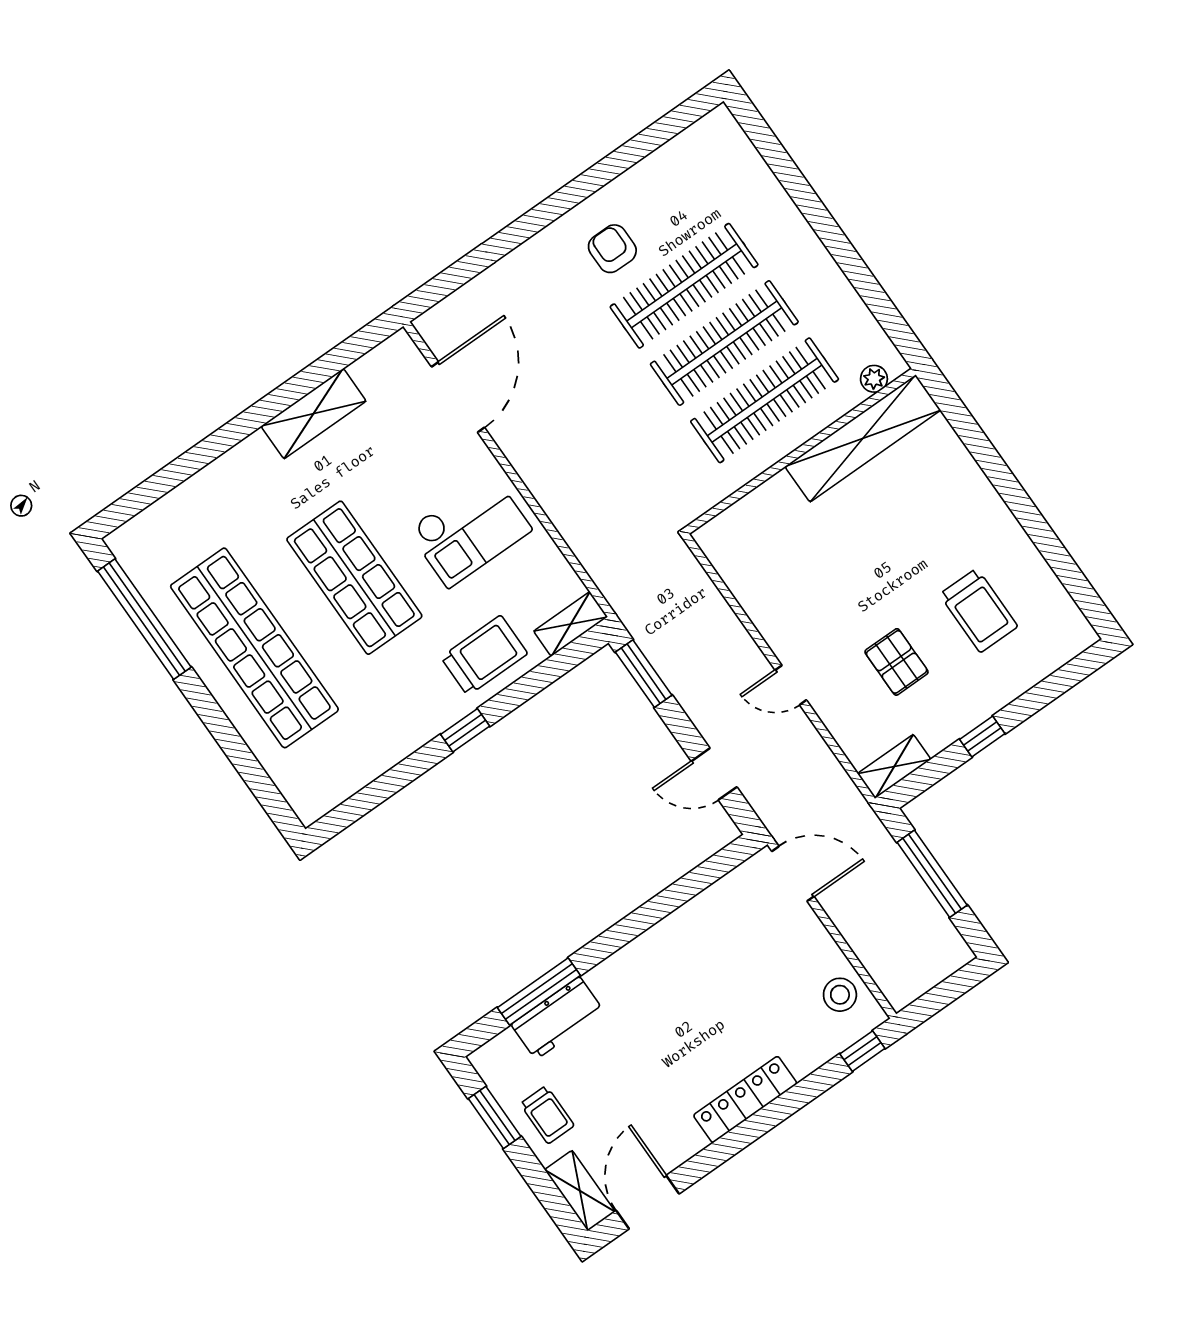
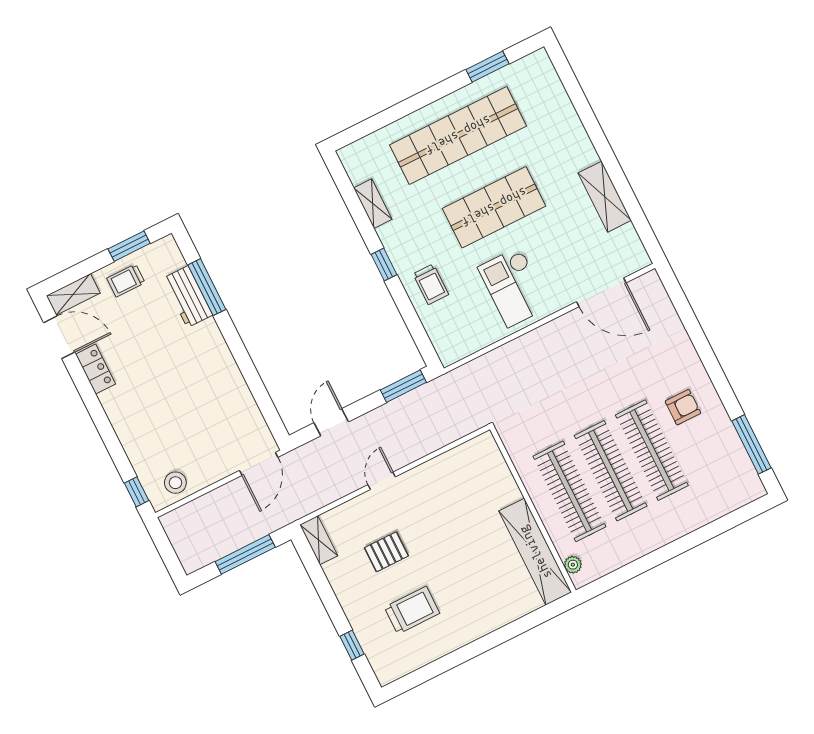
window: (653, 137) -> (751, 444), added
trolley: (979, 610) -> (412, 610), turned 180
window: (144, 619) -> (487, 67), width x0.47
shelving: (571, 624) -> (373, 204), moved
trolley: (484, 655) -> (431, 284), width x0.73, depth x0.72
window: (982, 737) -> (352, 645), moved
locker: (745, 1099) -> (96, 369), moved, width x0.66

